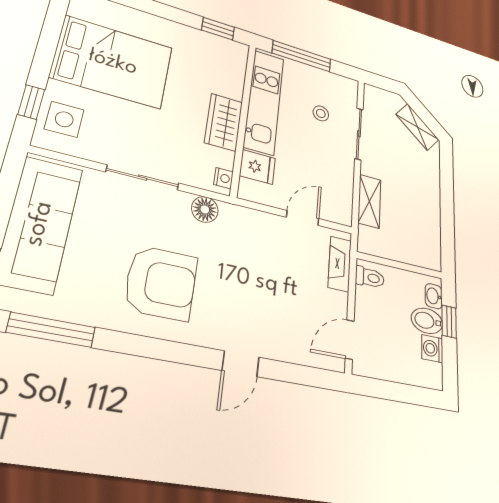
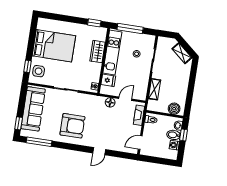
wardrobe: (224, 122) -> (97, 52), moved
floor lamp: (205, 209) -> (110, 102), moved
boiler: (419, 253) -> (174, 109), added

